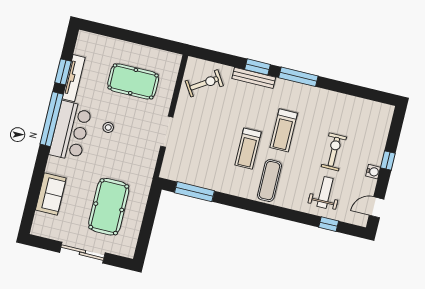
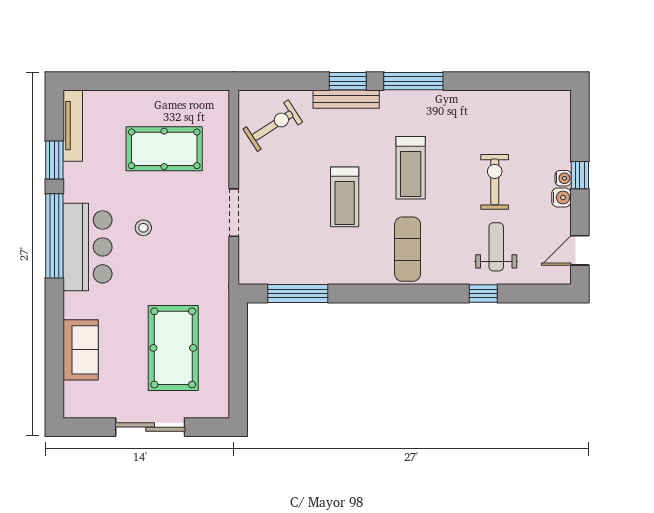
tv unit: (74, 78) -> (73, 126), moved
treadmill: (248, 149) -> (345, 197), moved
water cooler: (377, 160) -> (563, 178), added
window: (329, 224) -> (483, 294), moved

